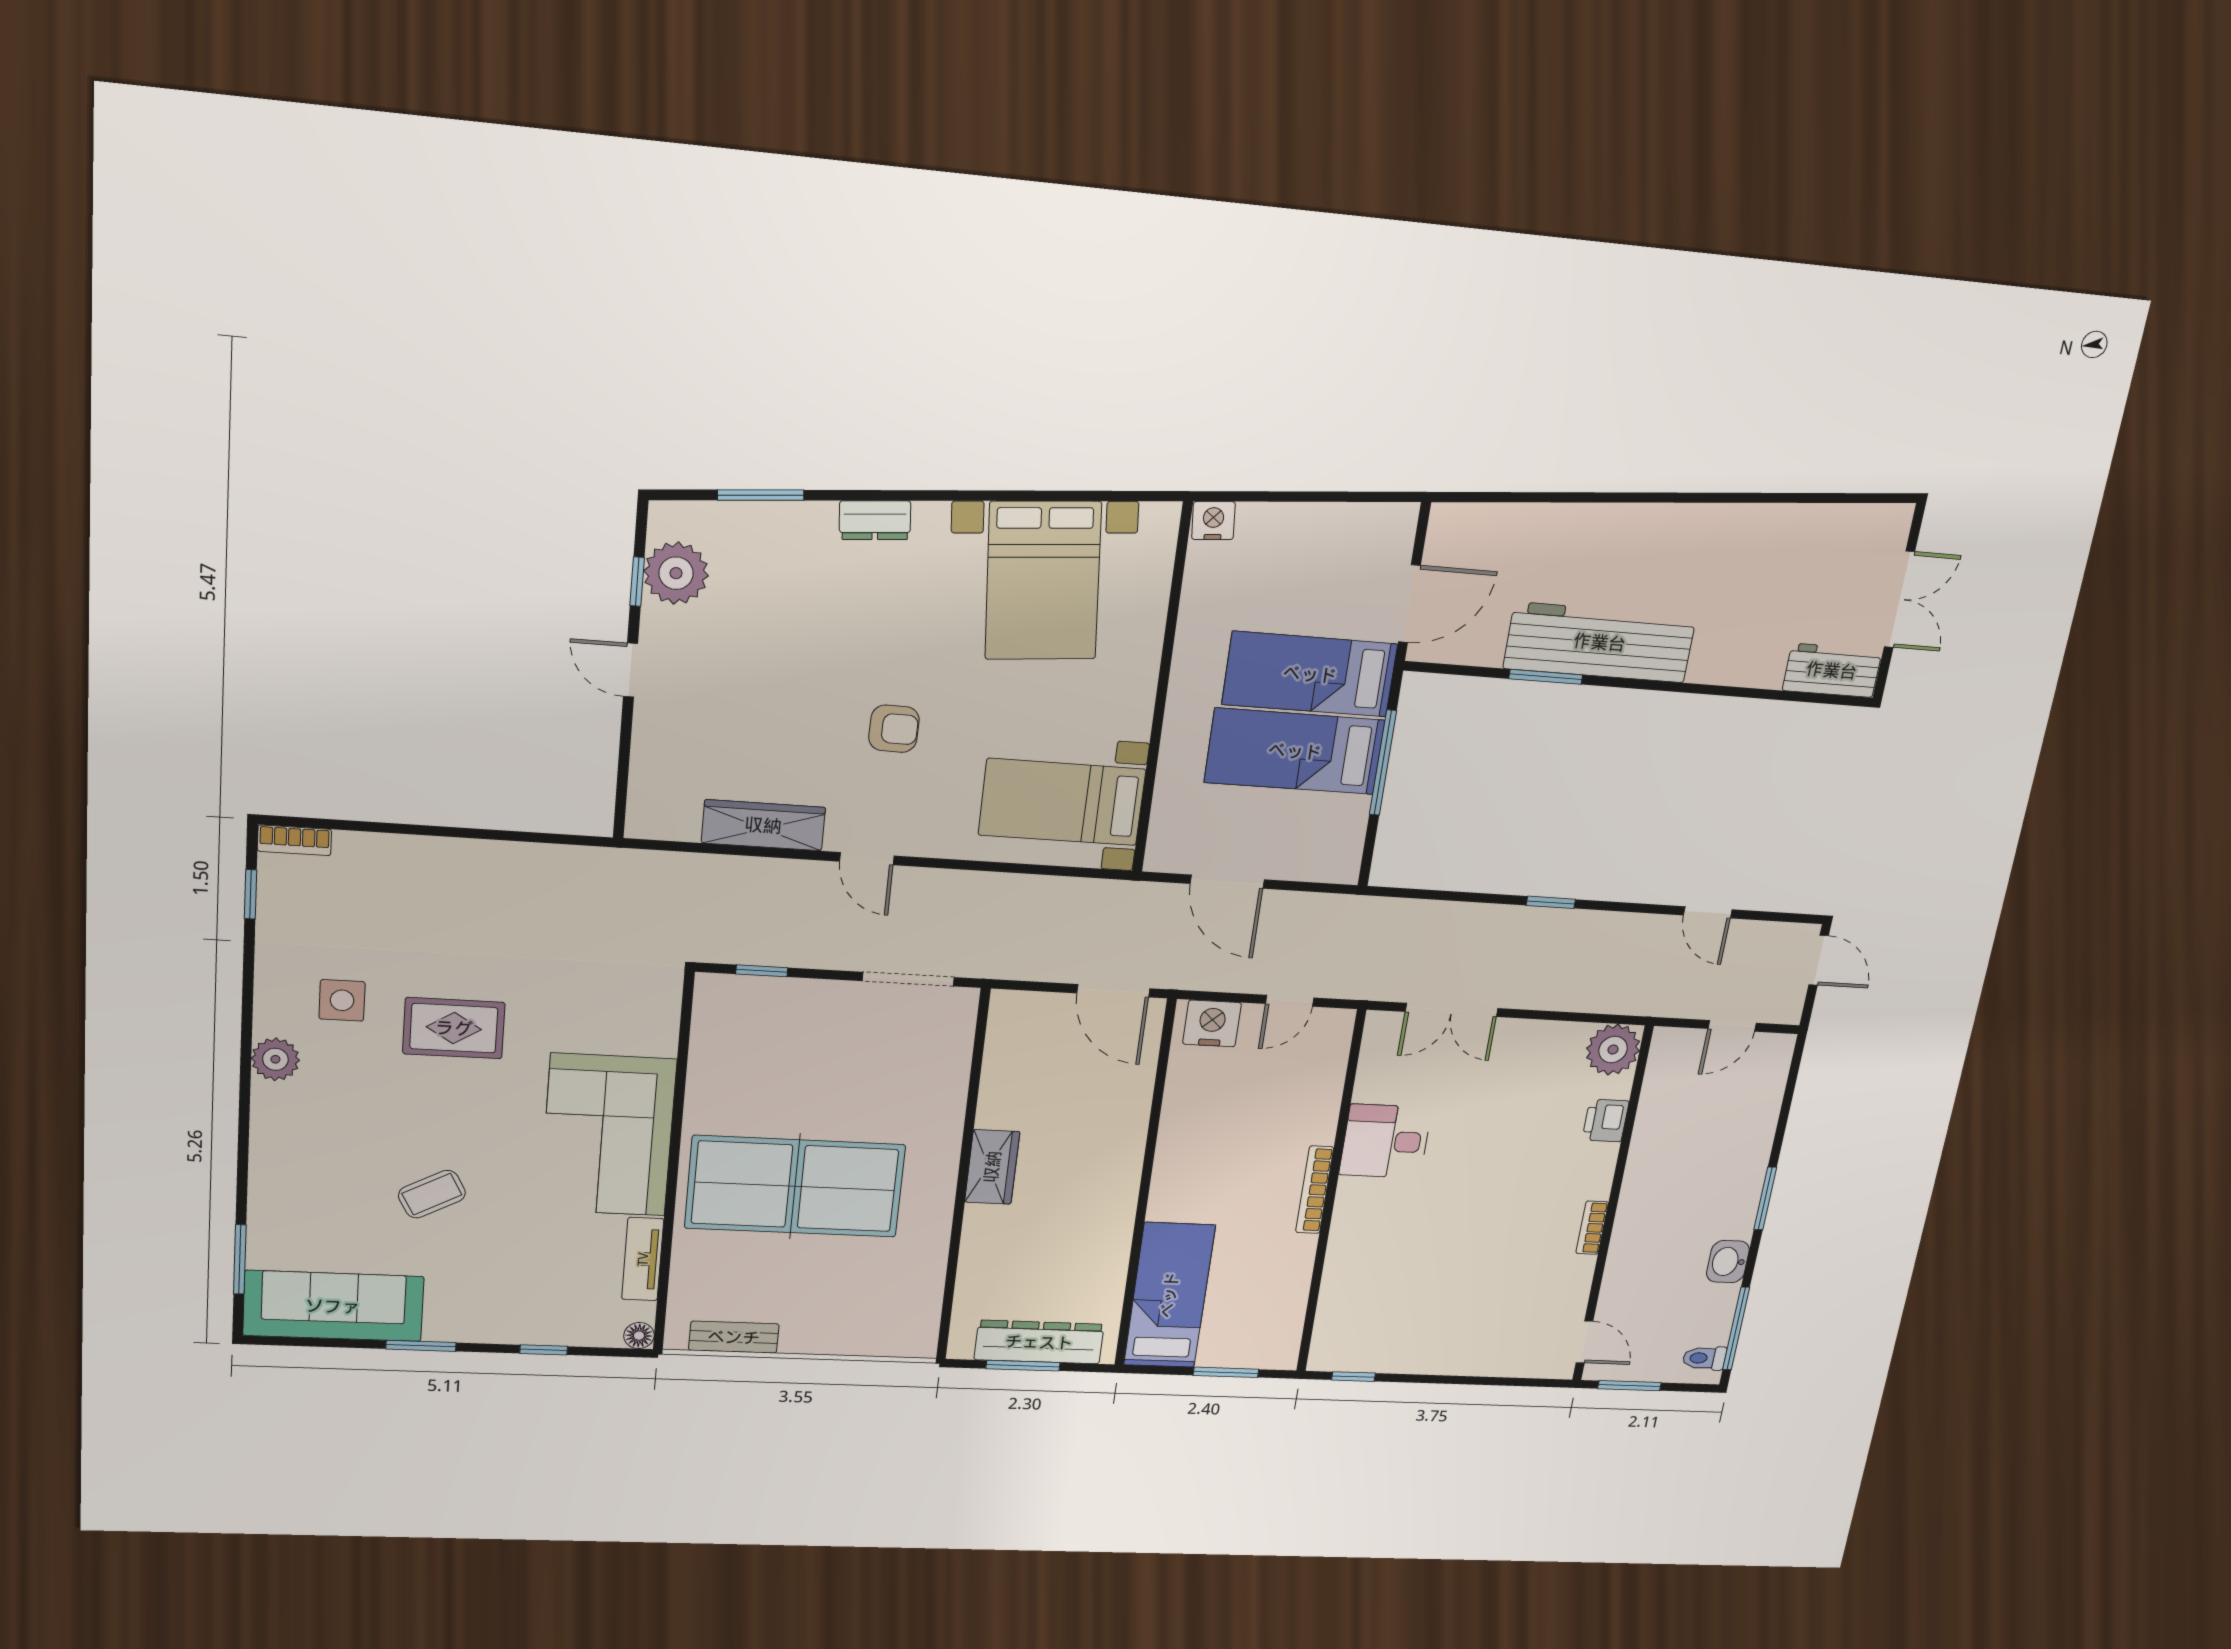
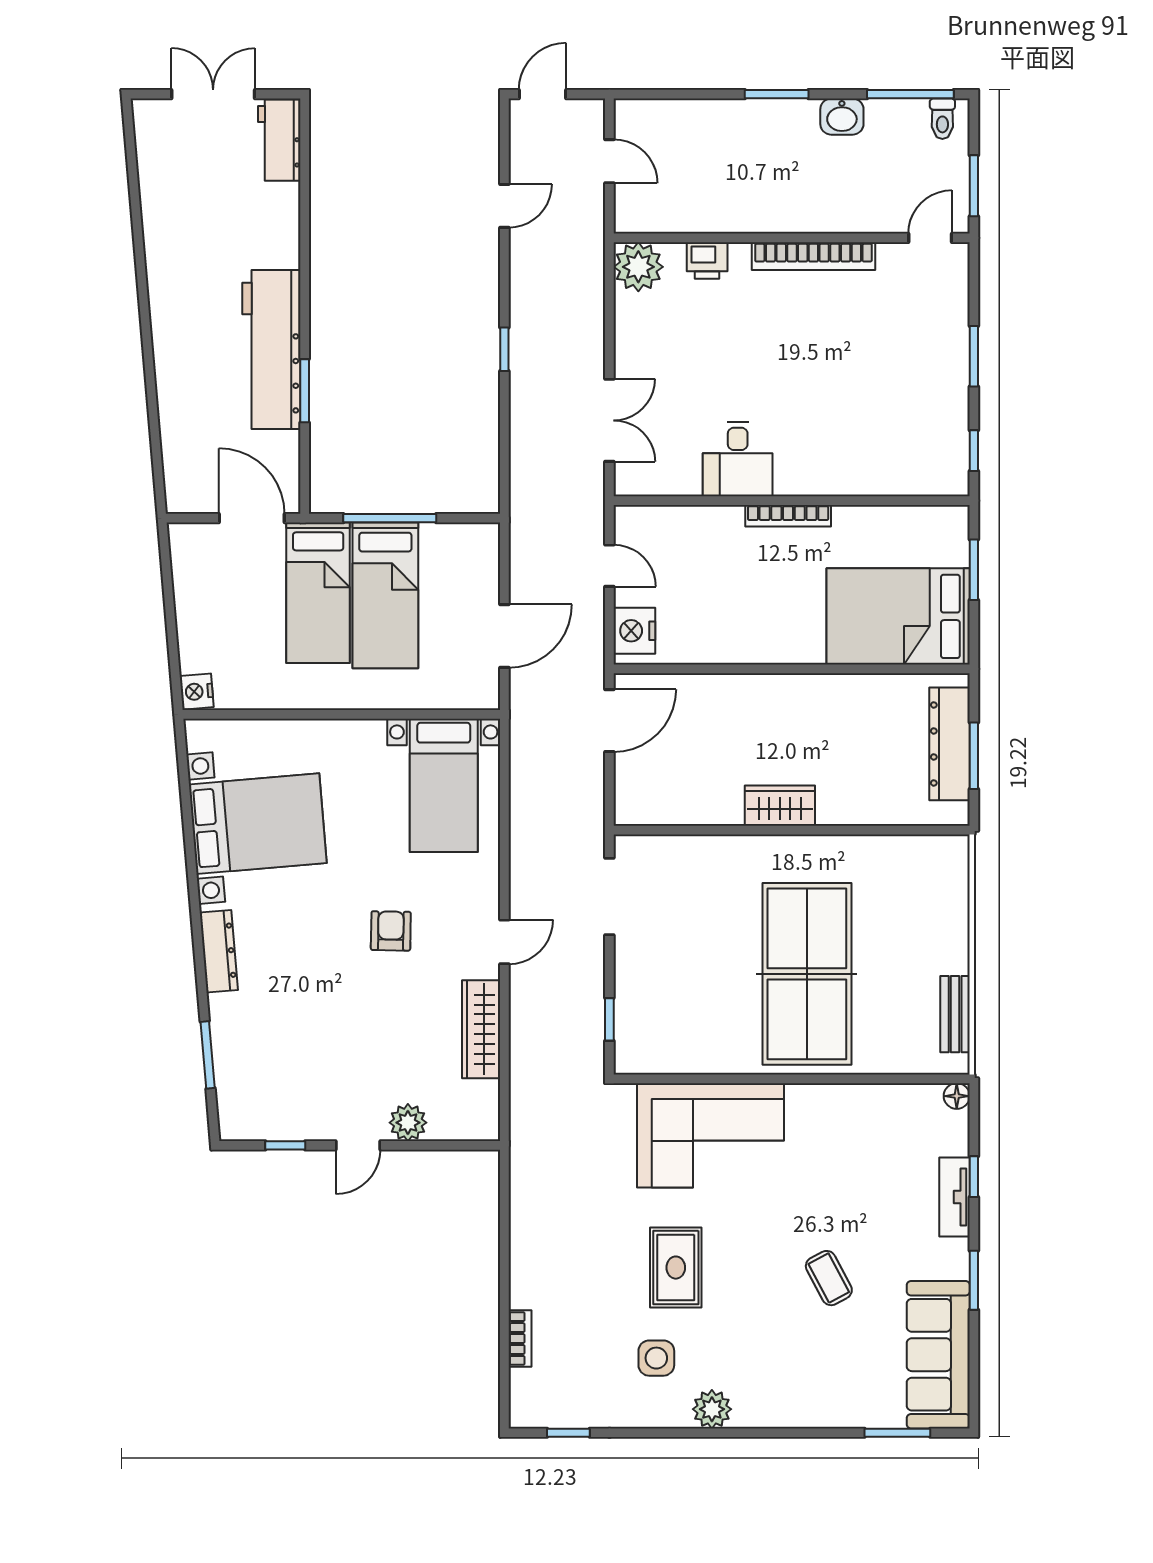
dresser: (875, 520) -> (219, 951), width x1.44
plant: (676, 573) -> (408, 1123), moved, width x0.73, depth x0.73
bookcase: (294, 840) -> (520, 1339), moved
corner sofa: (608, 1135) -> (711, 1135), moved
bookcase: (1592, 1228) -> (813, 256), width x2.31, depth x1.31
tv unit: (643, 1259) -> (955, 1197), moved, turned 90
bed: (1169, 1295) -> (898, 616), width x1.50
window: (1453, 1380) -> (974, 356), added

